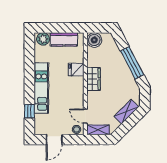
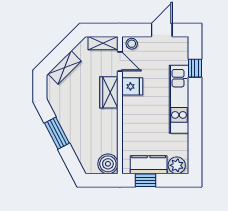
window: (66, 28) -> (145, 180), added
window: (132, 63) -> (57, 133), width x0.69
fridge: (76, 70) -> (132, 86), moved
wardrobe: (94, 79) -> (109, 92), moved

